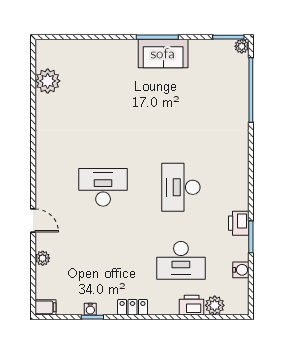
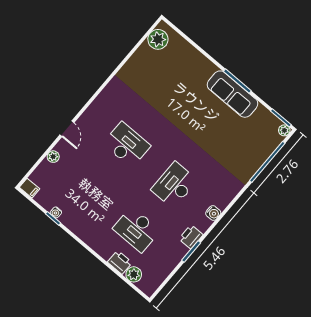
sofa: (163, 54) -> (233, 94), width x1.36
plant: (48, 81) -> (158, 39), moved
water cooler: (241, 270) -> (213, 213), moved
locker: (133, 307) -> (83, 233), removed

